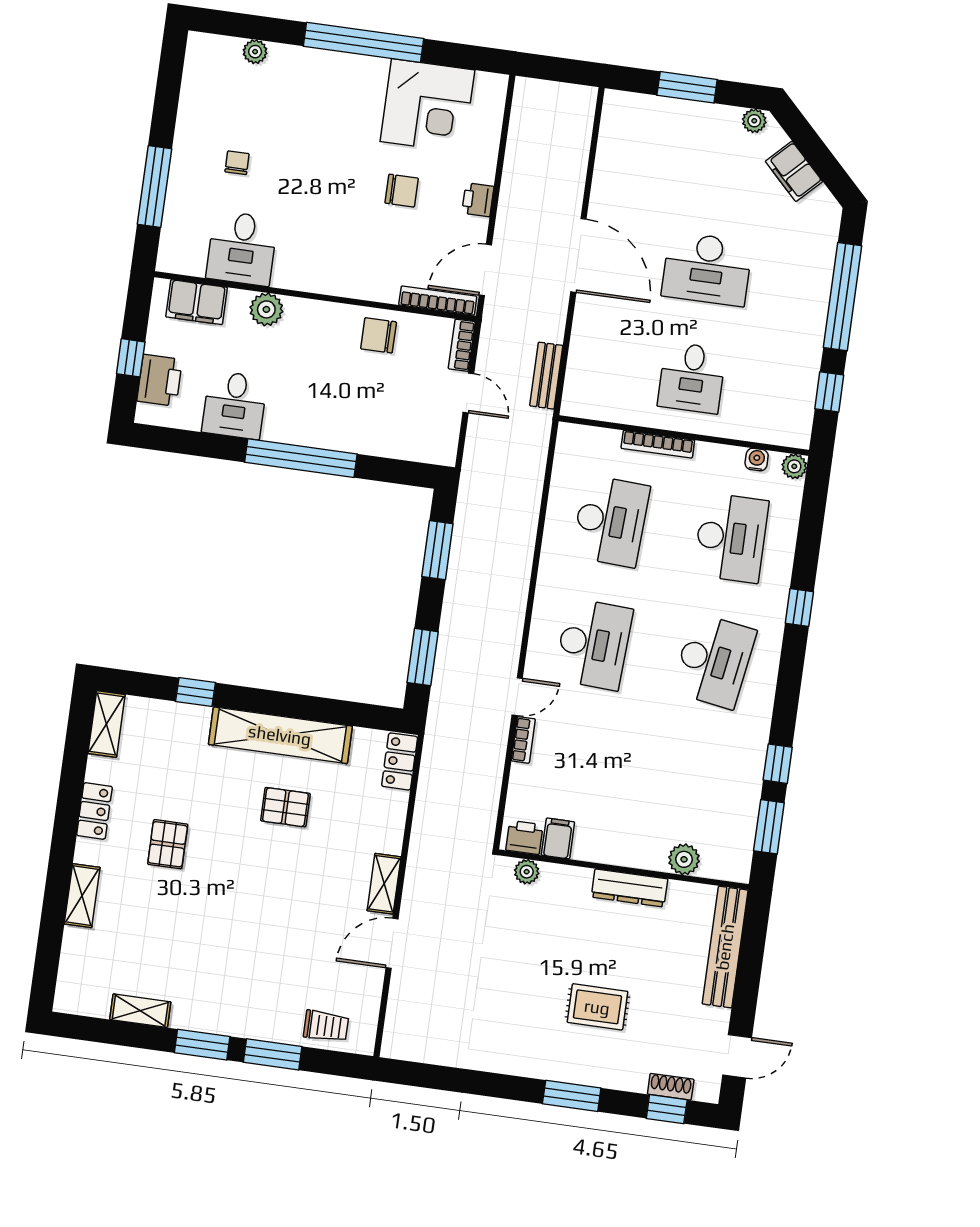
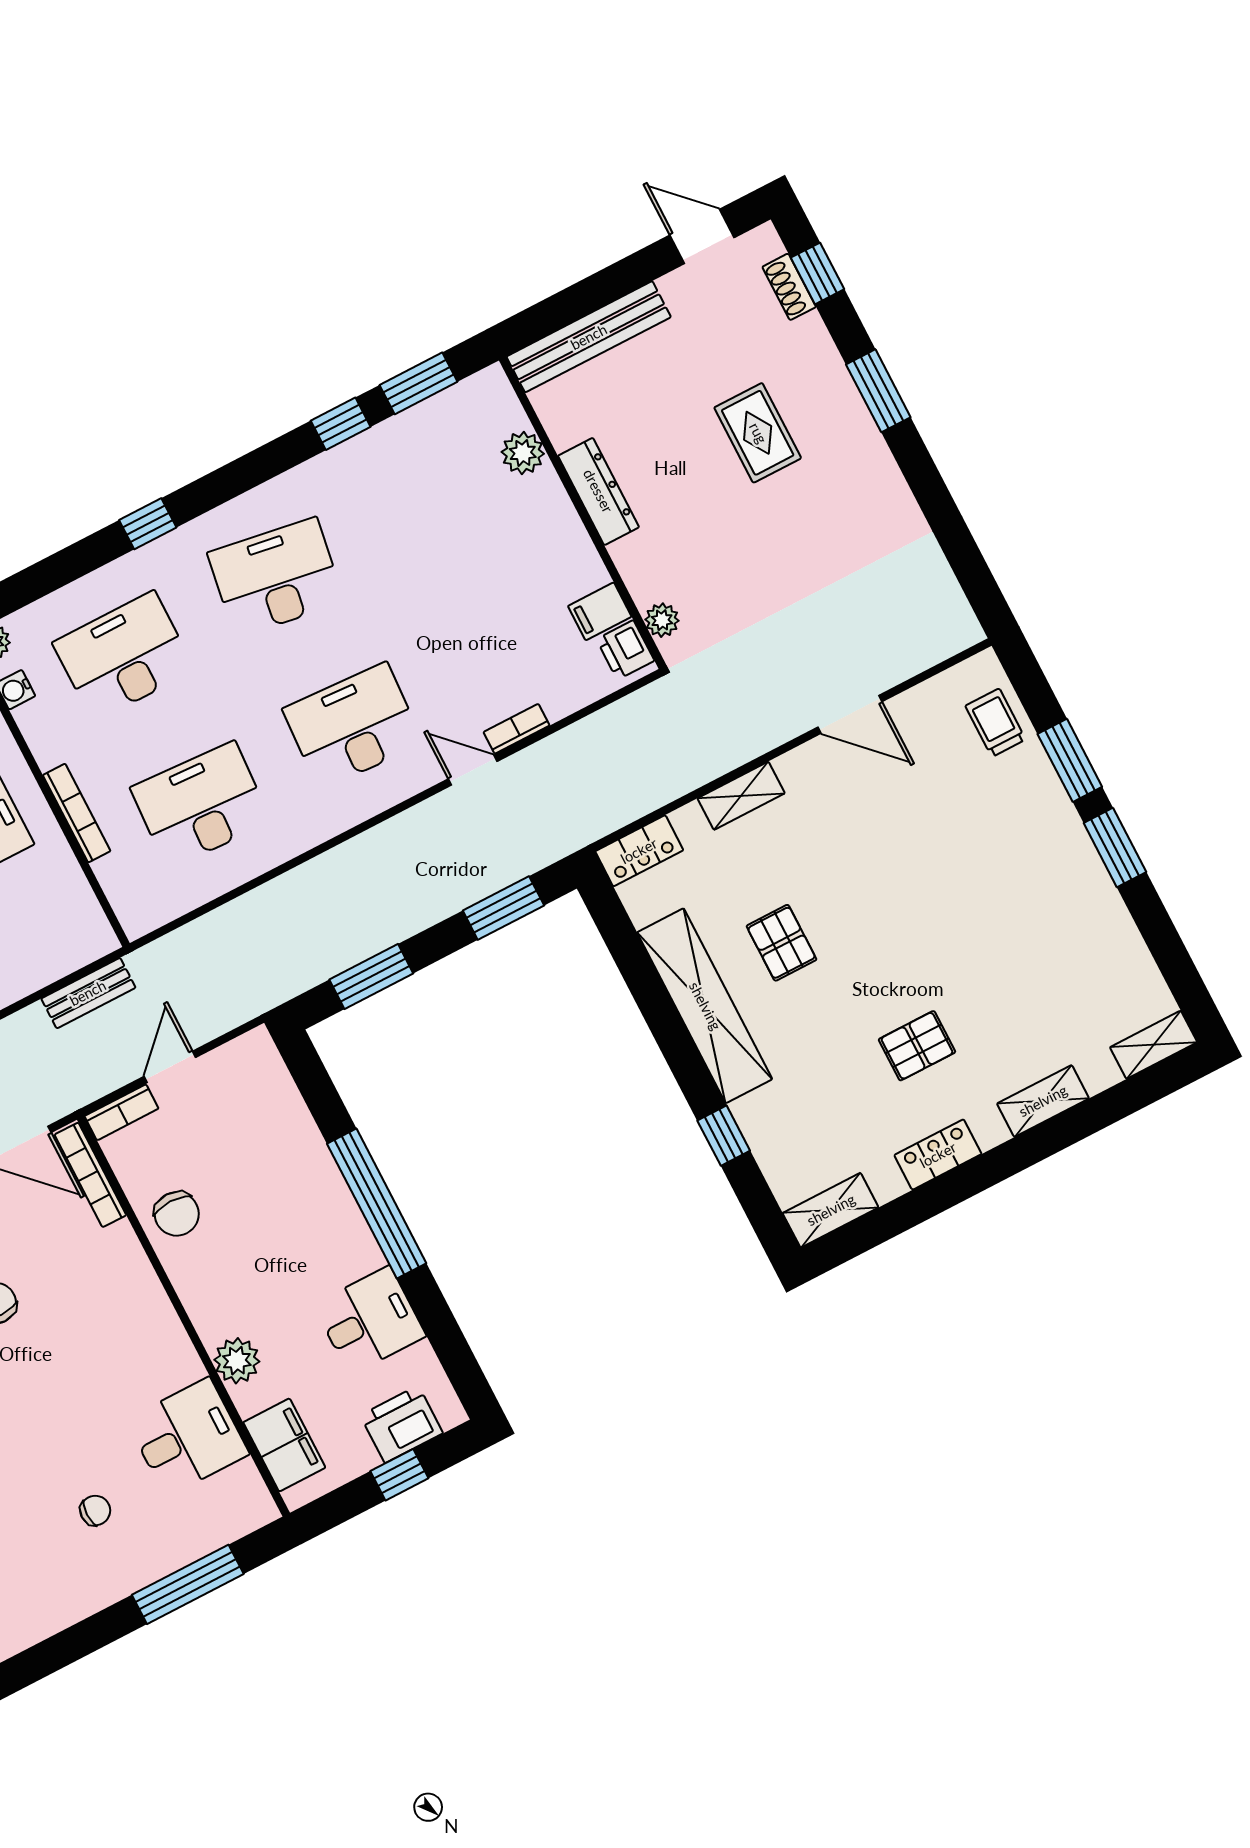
chair: (237, 163) -> (95, 1510), turned 180
shelving: (384, 884) -> (741, 796), moved
shelving: (140, 1011) -> (1154, 1045), moved, turned 90

